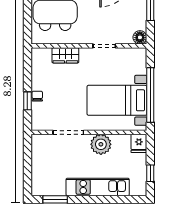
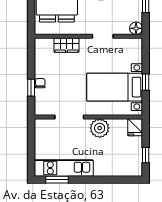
window: (150, 95) -> (146, 82), width x0.32
kitchen unit: (98, 187) -> (64, 168), moved

